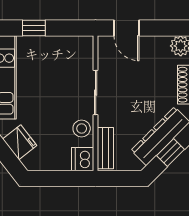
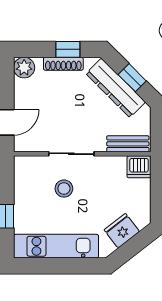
stool: (82, 128) -> (64, 189), moved

